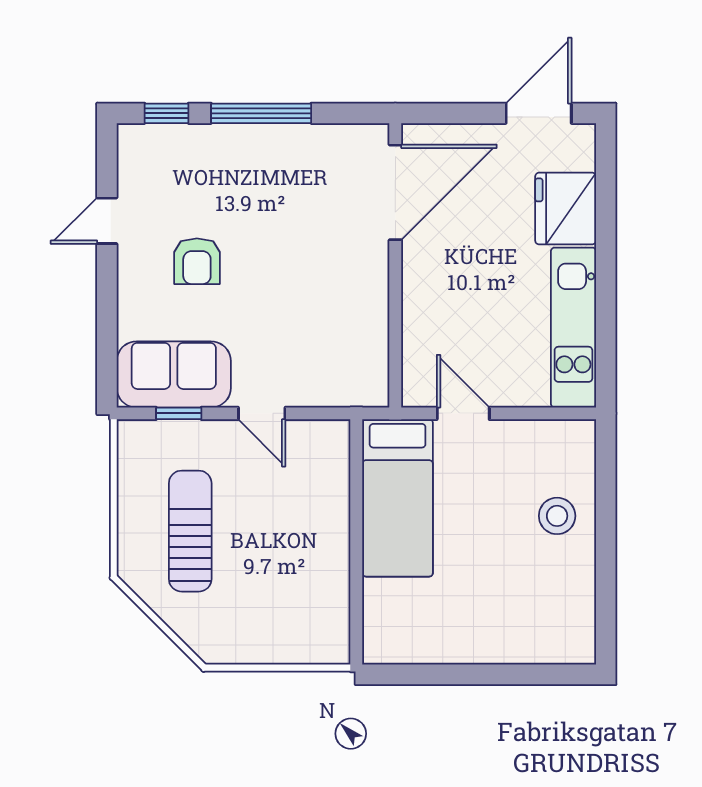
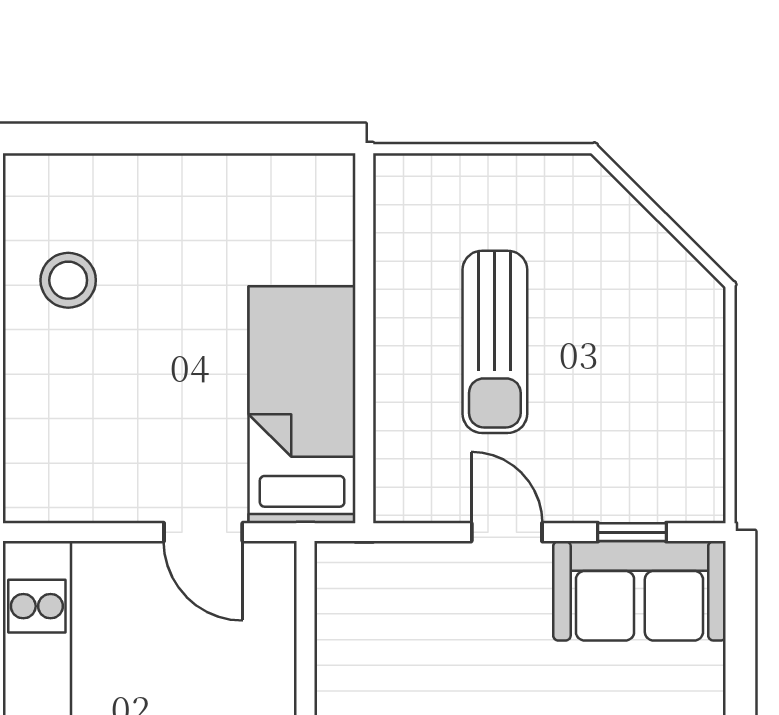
stool: (557, 516) -> (68, 280), moved
sun lounger: (190, 531) -> (495, 342), moved

